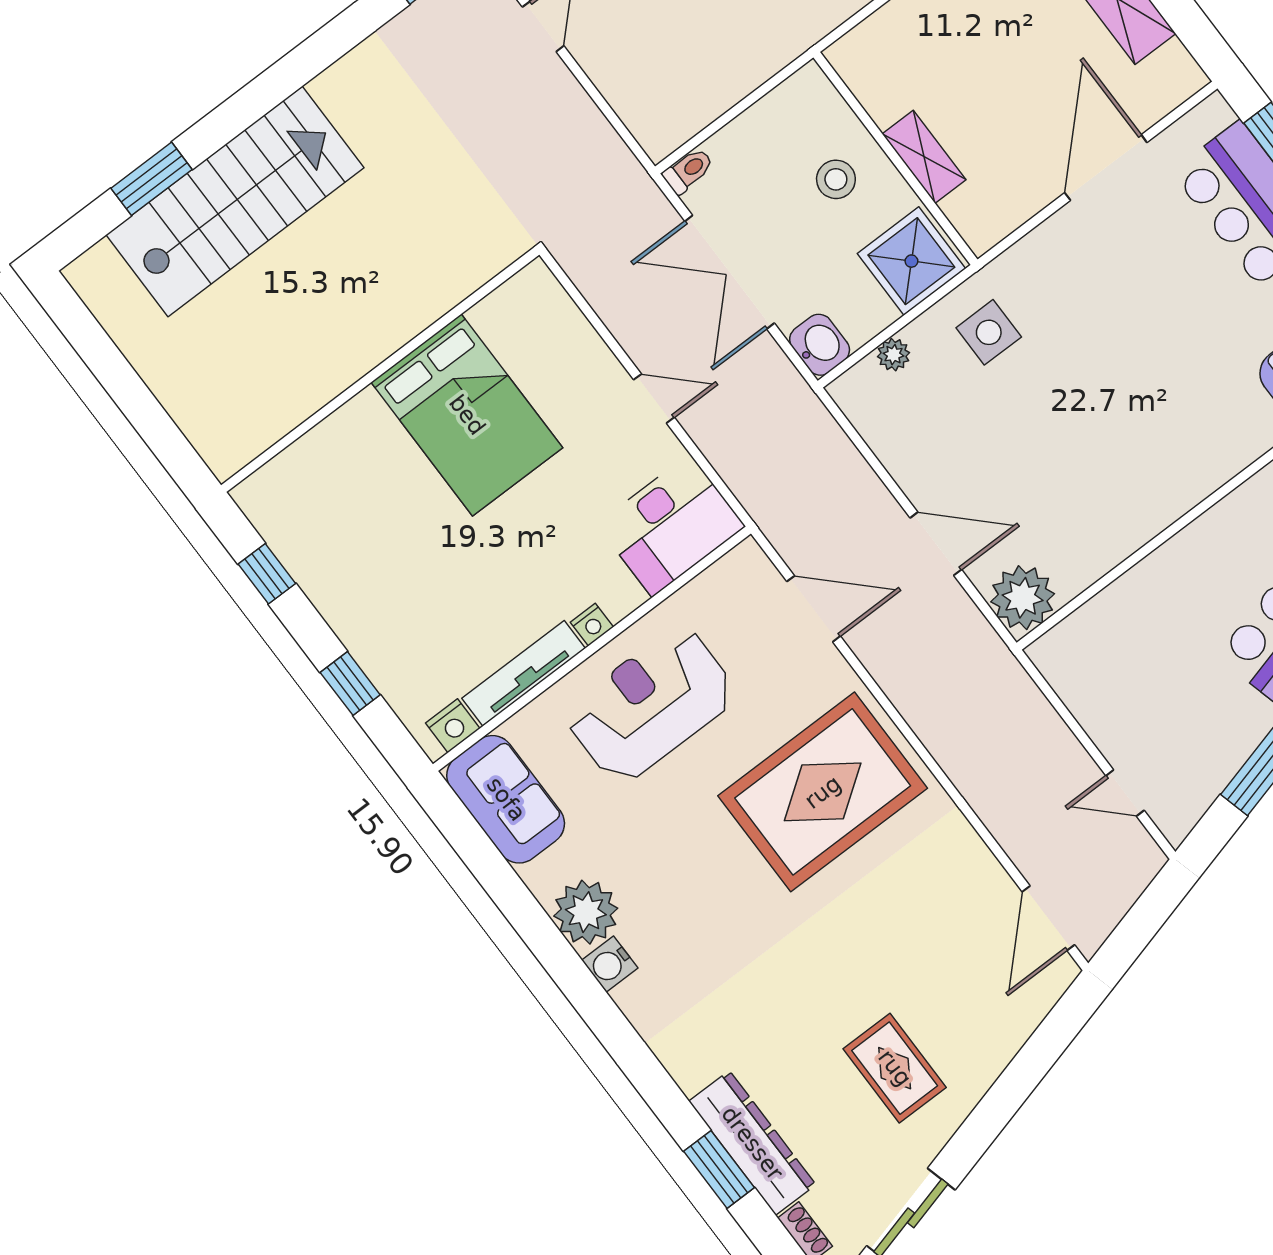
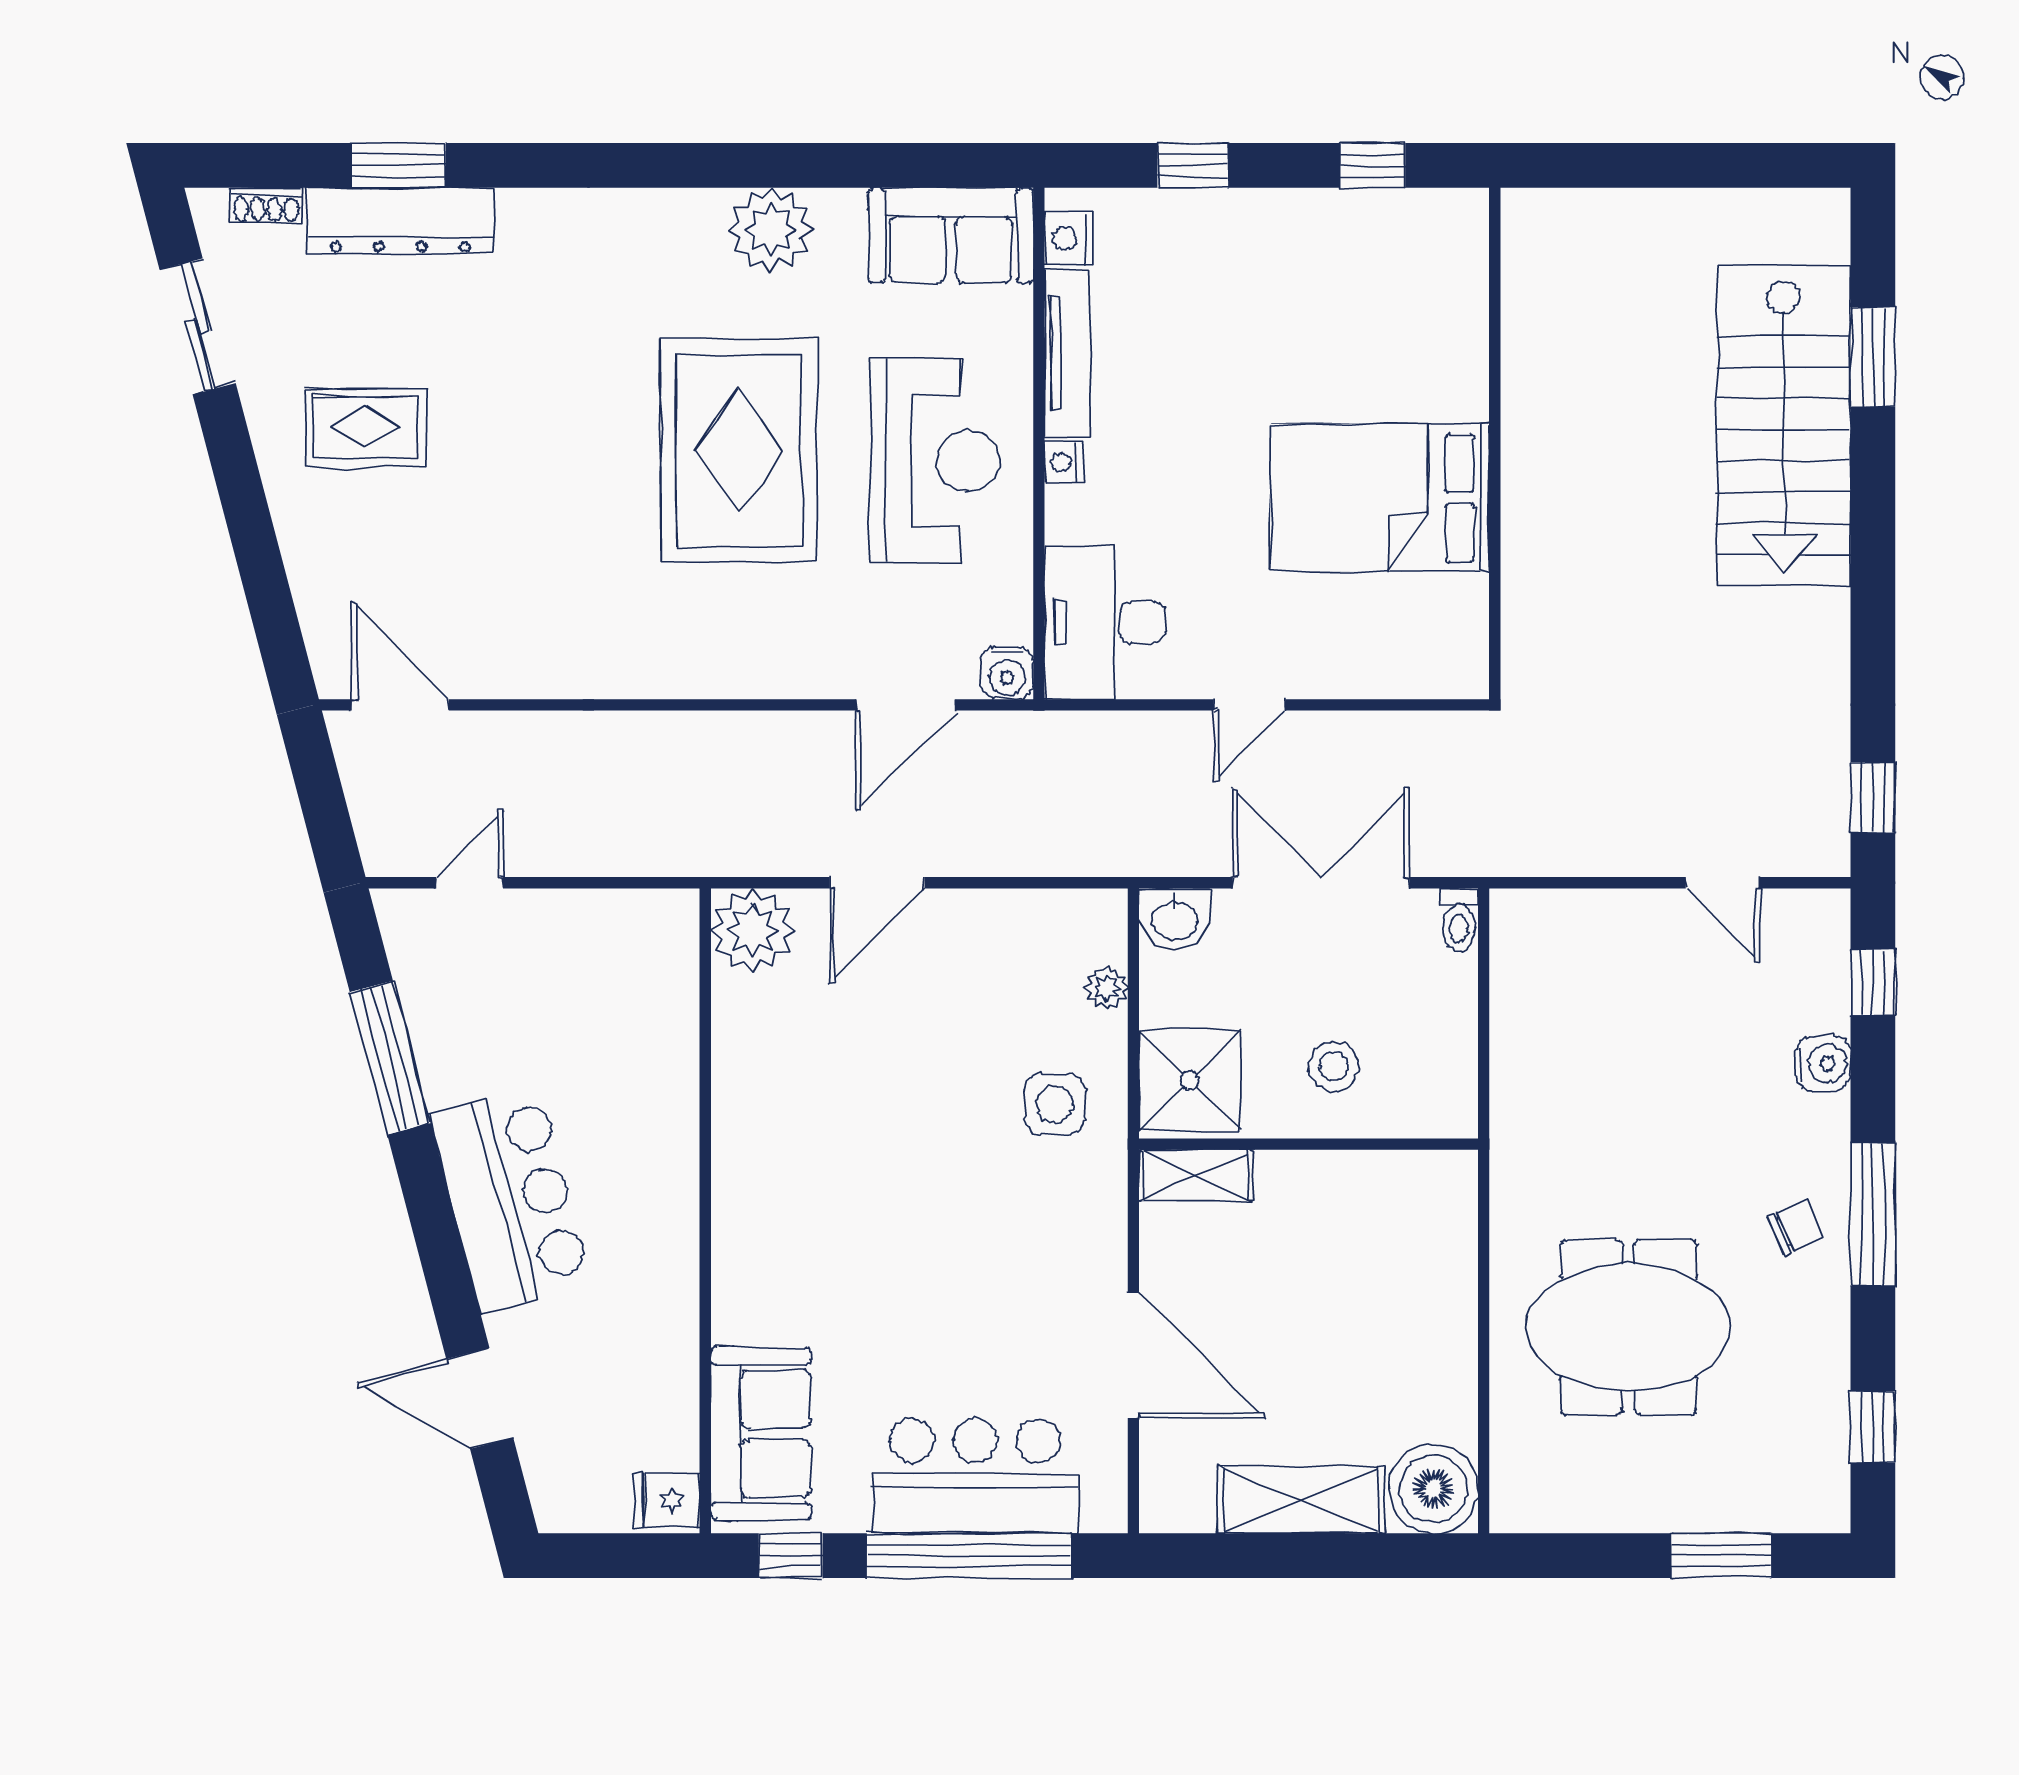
shelving: (924, 157) -> (1196, 1175), moved
rug: (823, 792) -> (739, 450), moved
water cooler: (610, 964) -> (1007, 673), moved, turned 180

